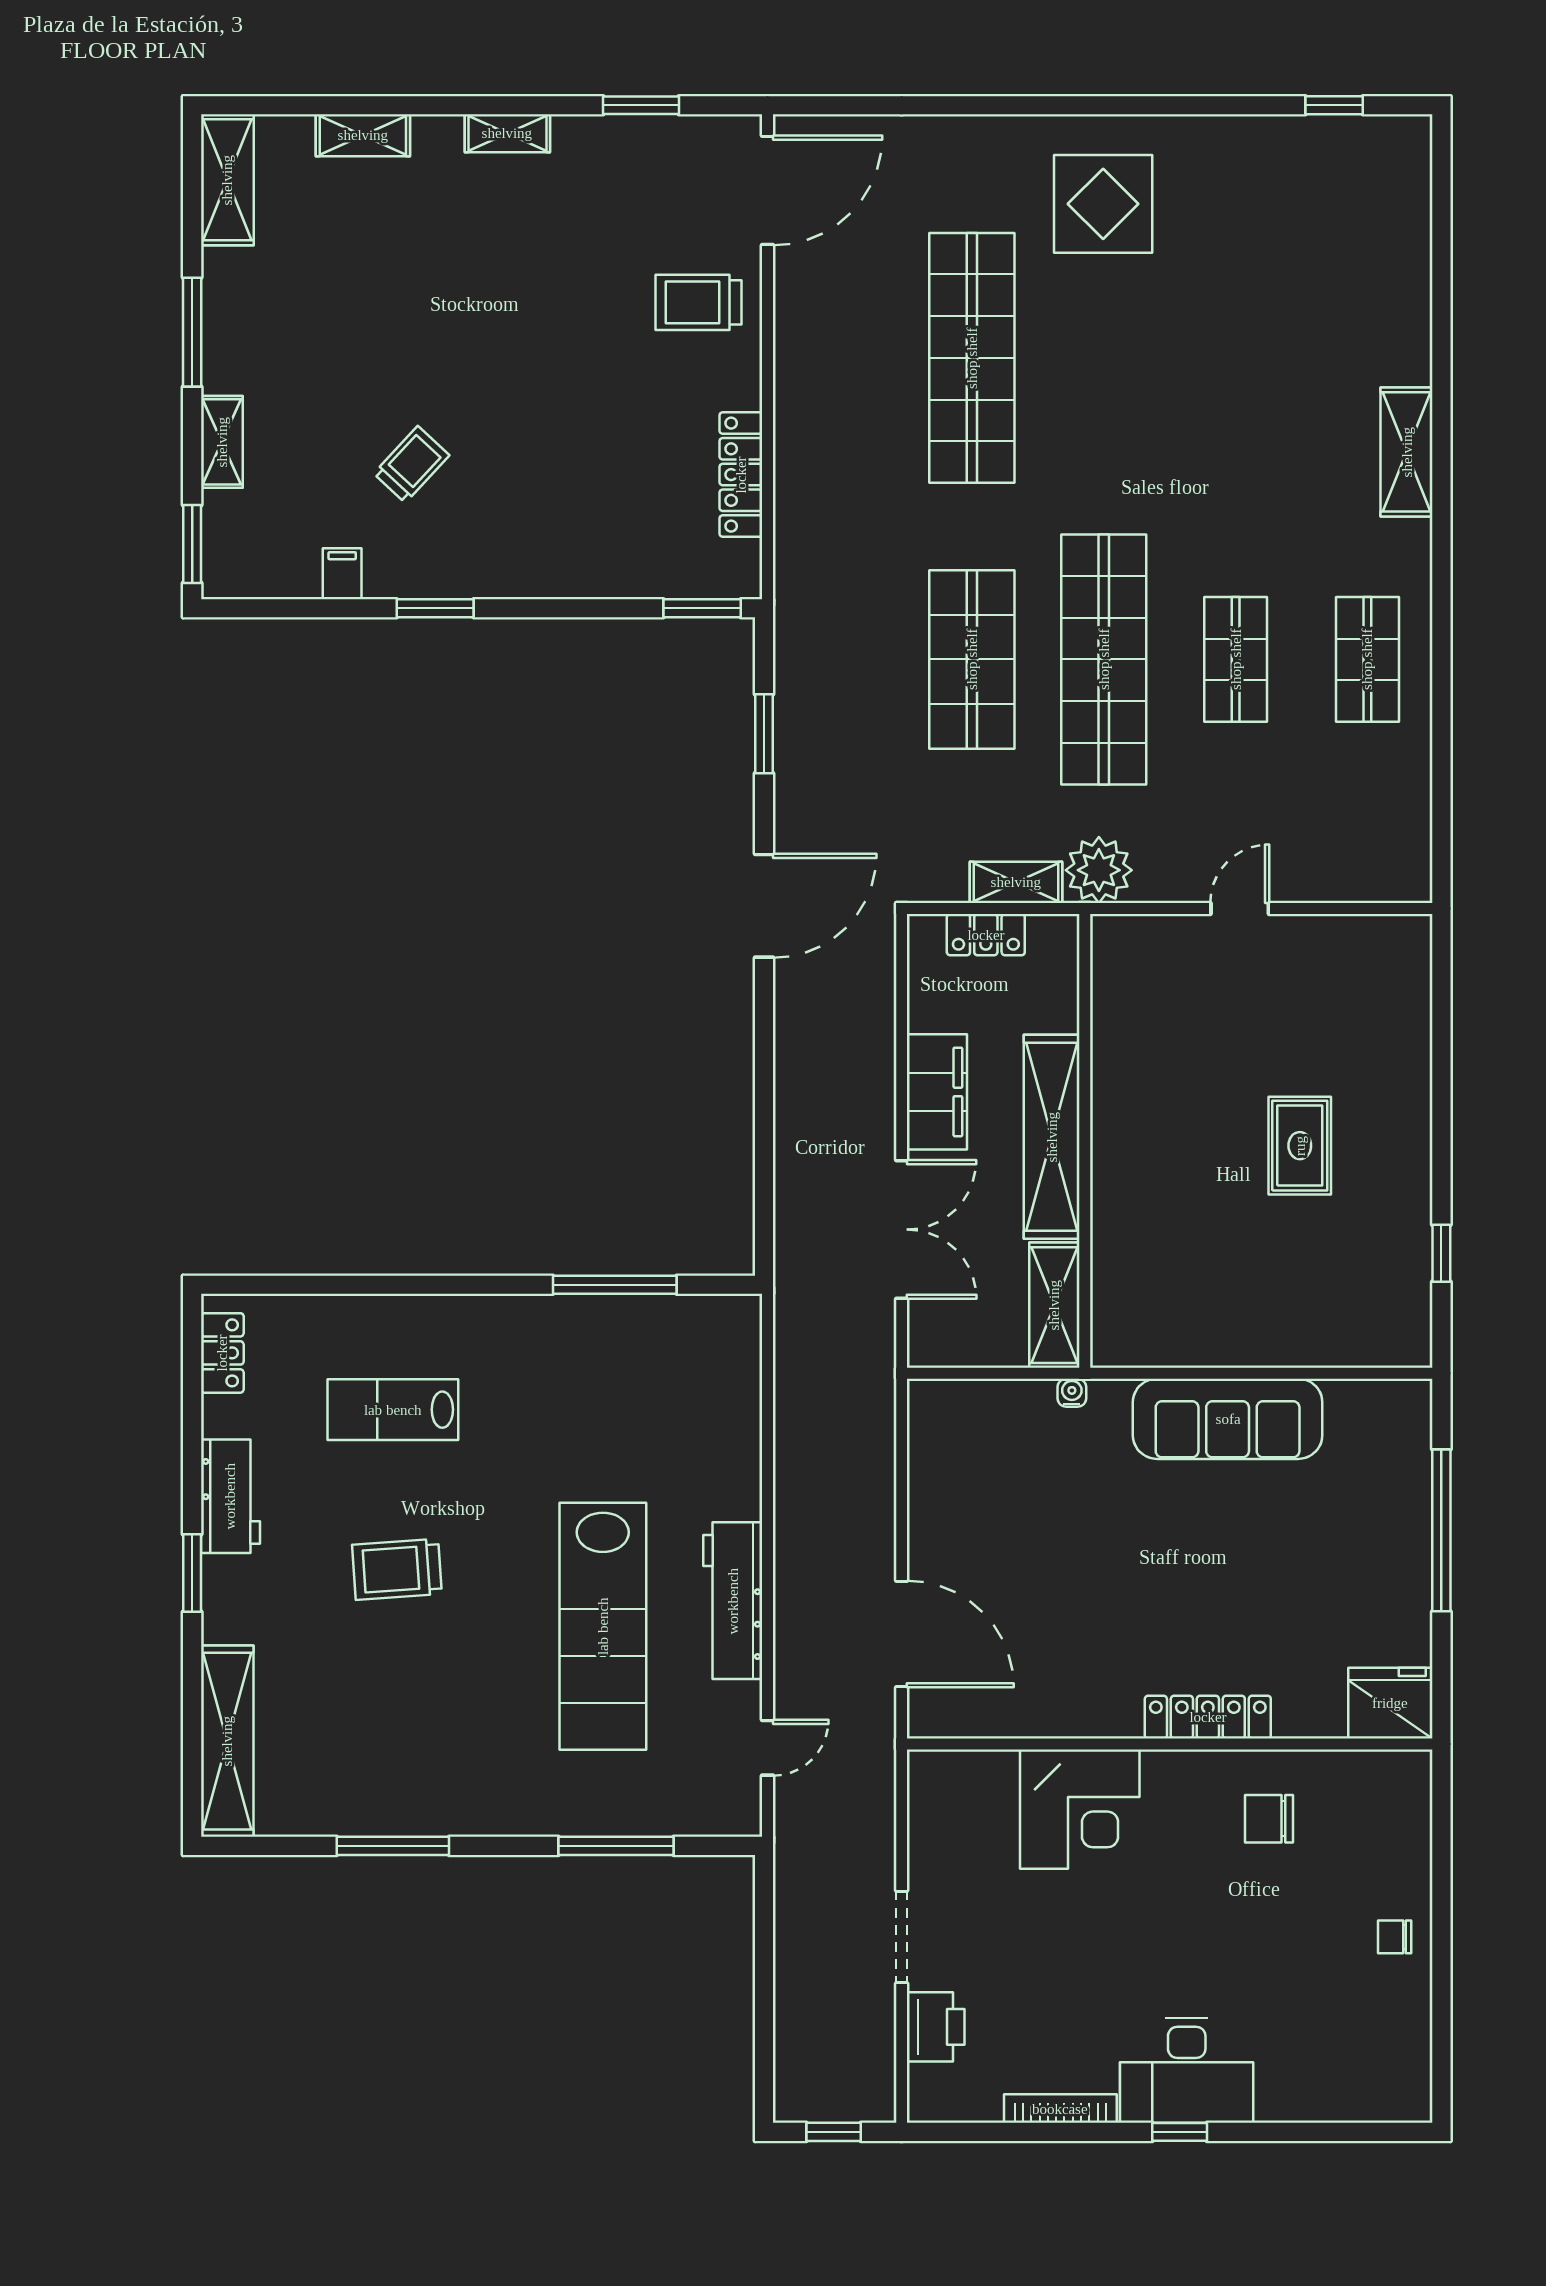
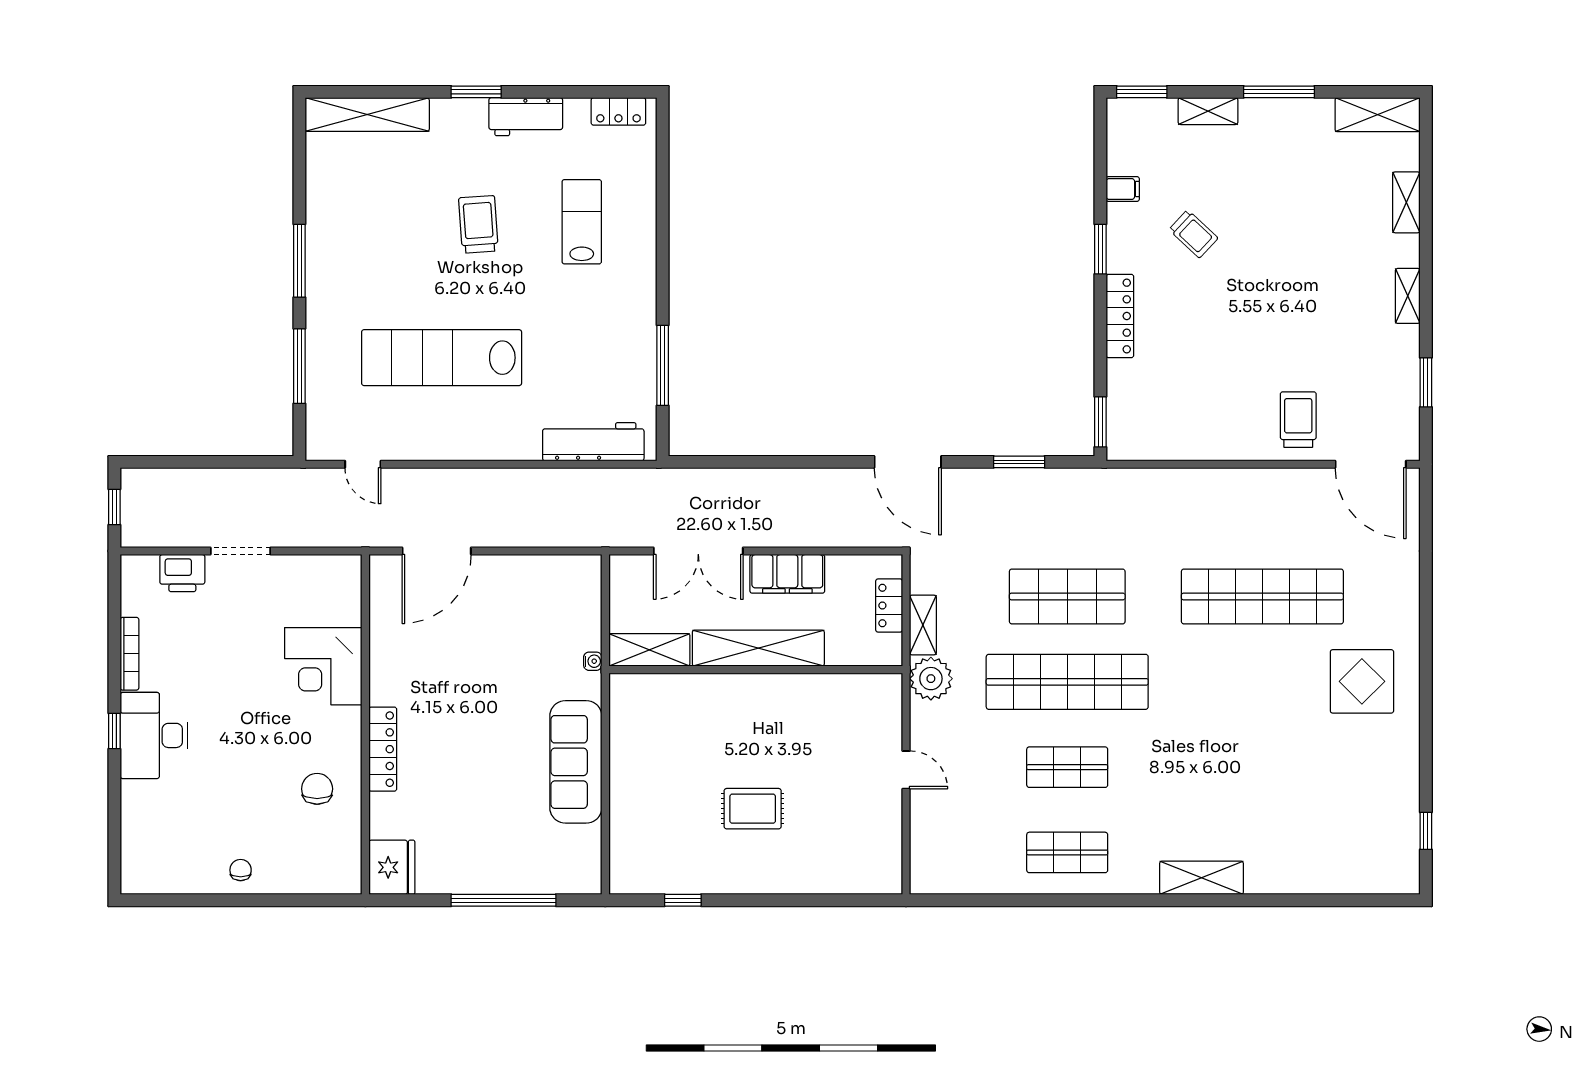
locker: (741, 475) -> (1120, 316), moved, turned 90
workbench: (733, 1601) -> (593, 442), moved
window: (393, 1846) -> (299, 261), moved

